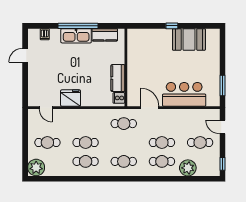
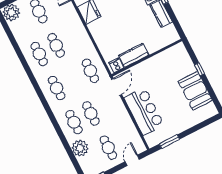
wall: (126, 67) -> (147, 58), moved
kitchen counter: (118, 78) -> (134, 55), moved
cooker: (119, 98) -> (116, 65), moved

